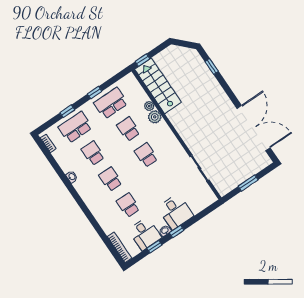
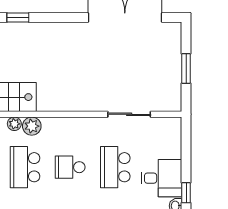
school desk: (128, 129) -> (25, 167), width x1.85
school desk: (164, 181) -> (115, 167), added

